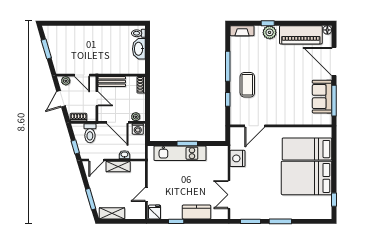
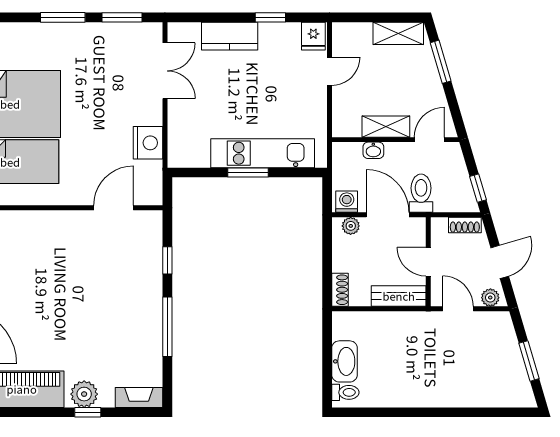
coffee table: (247, 85) -> (128, 290), removed
toilet: (90, 133) -> (421, 193), moved
window: (75, 147) -> (478, 188), moved

